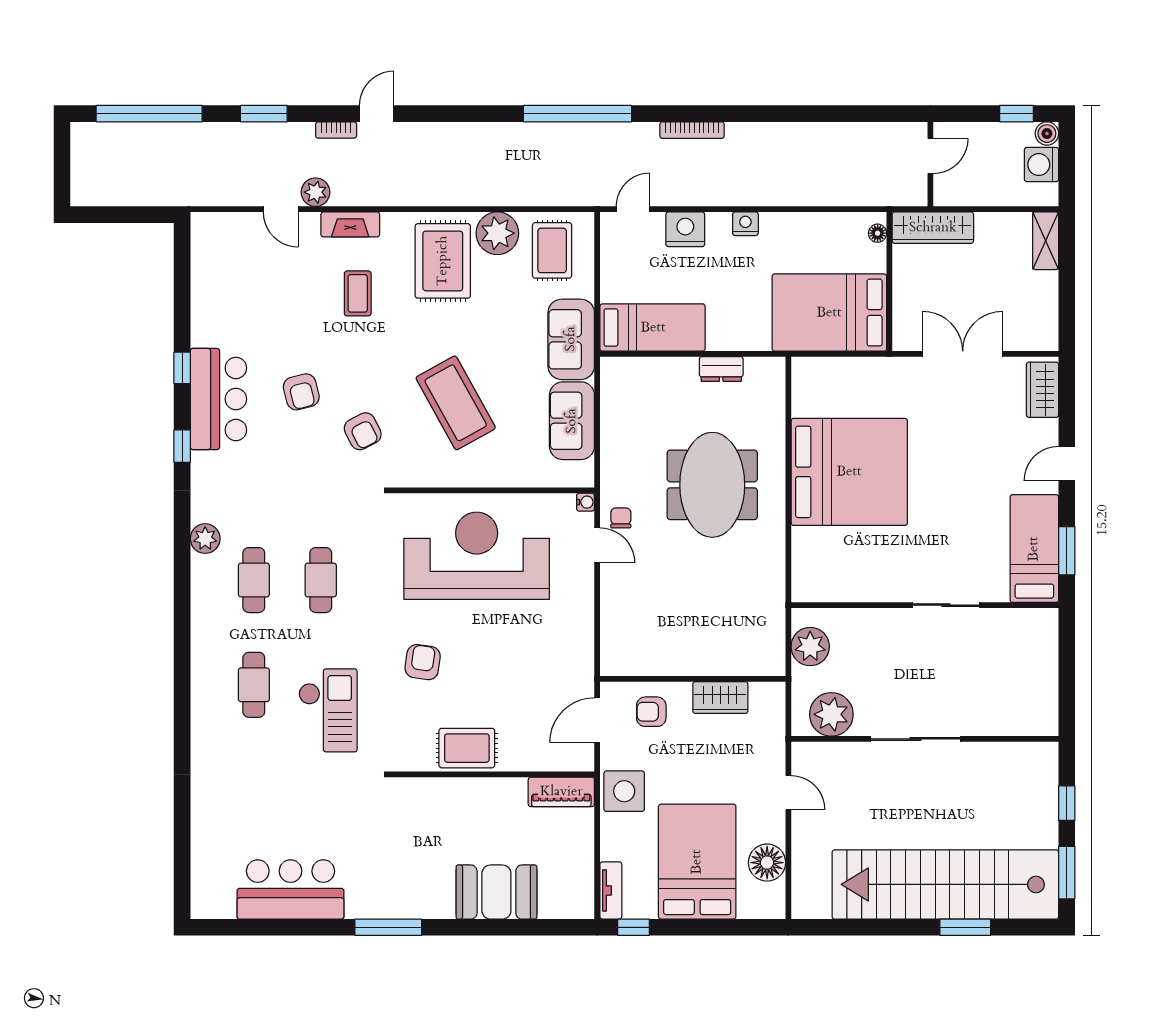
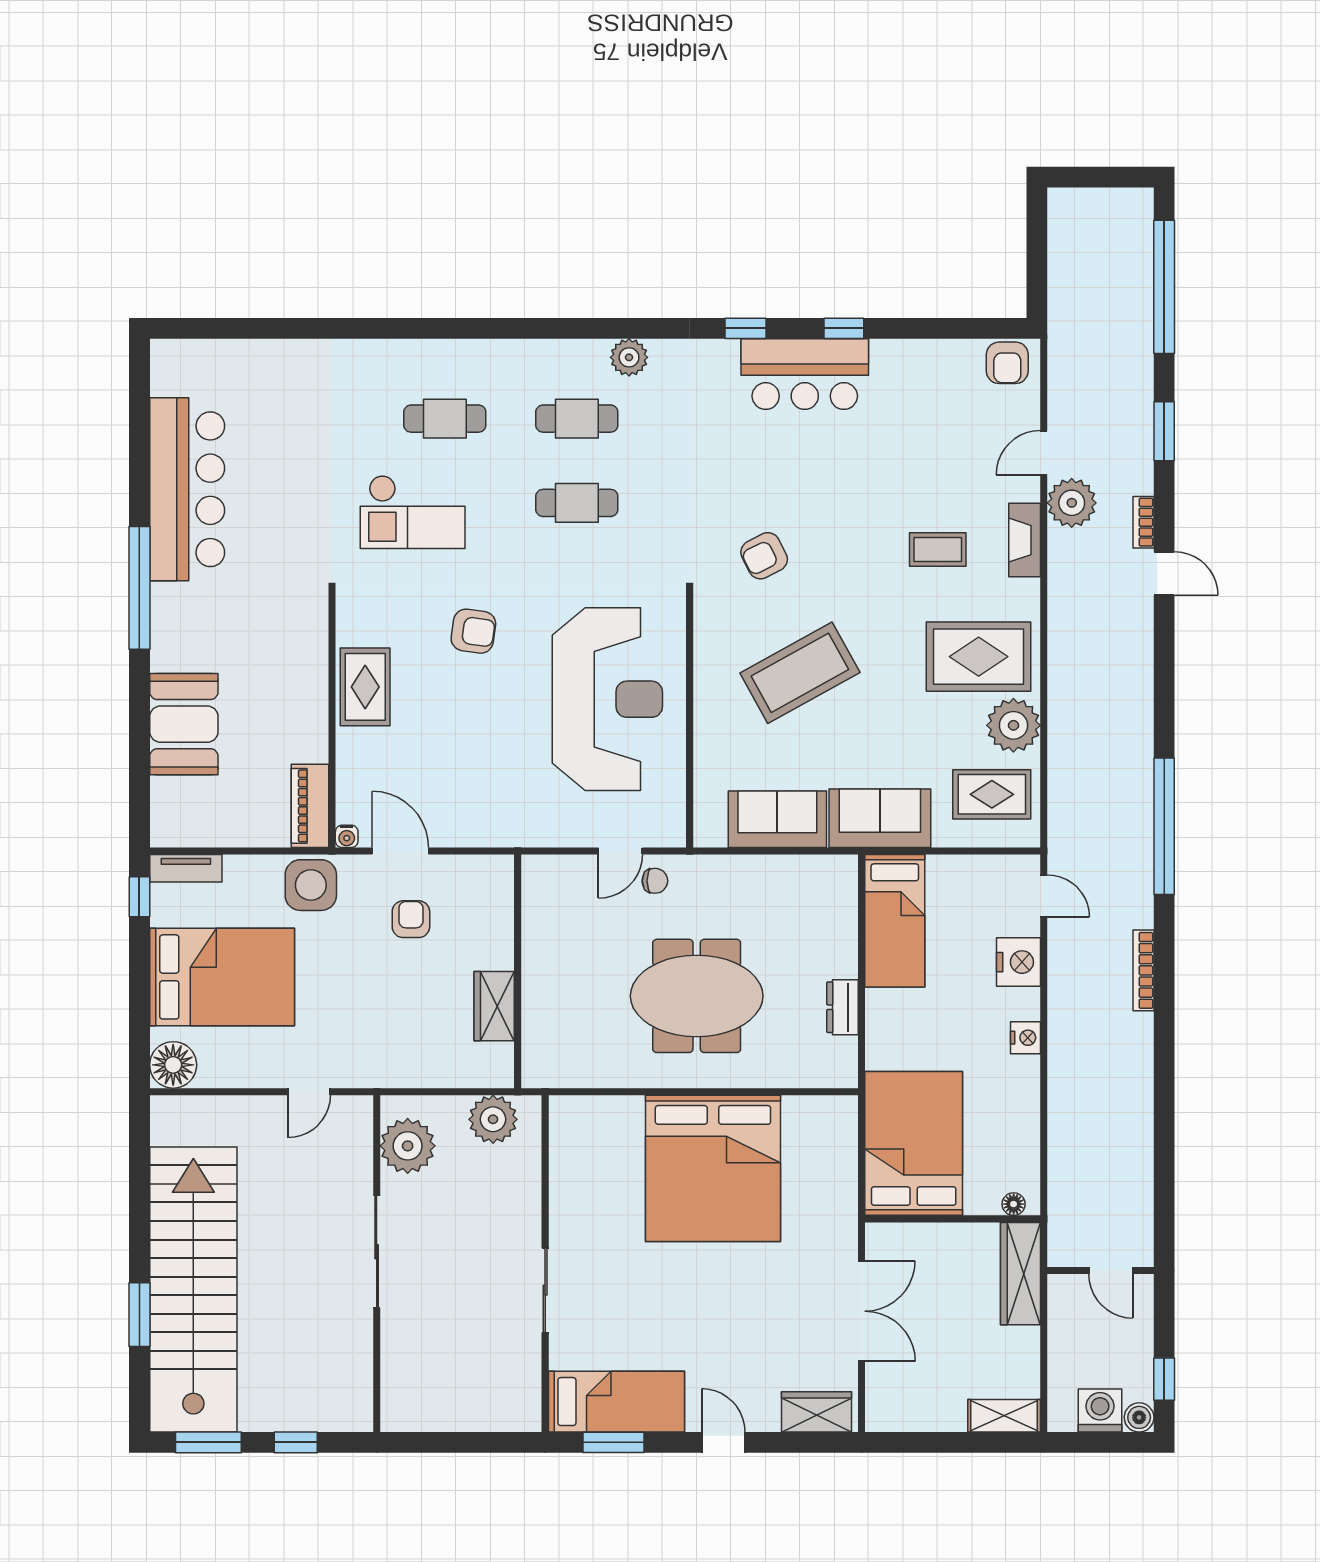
plant: (315, 192) -> (1072, 503), width x1.36, depth x1.36
armchair: (301, 392) -> (1007, 363), moved, turned -76
water cooler: (585, 502) -> (347, 836), moved
wall: (693, 679) -> (518, 971), moved
wardrobe: (720, 698) -> (494, 1006), moved
floor lamp: (767, 863) -> (173, 1065), moved
bar counter: (290, 889) -> (187, 489), width x1.36
window: (388, 927) -> (139, 588), width x1.46

